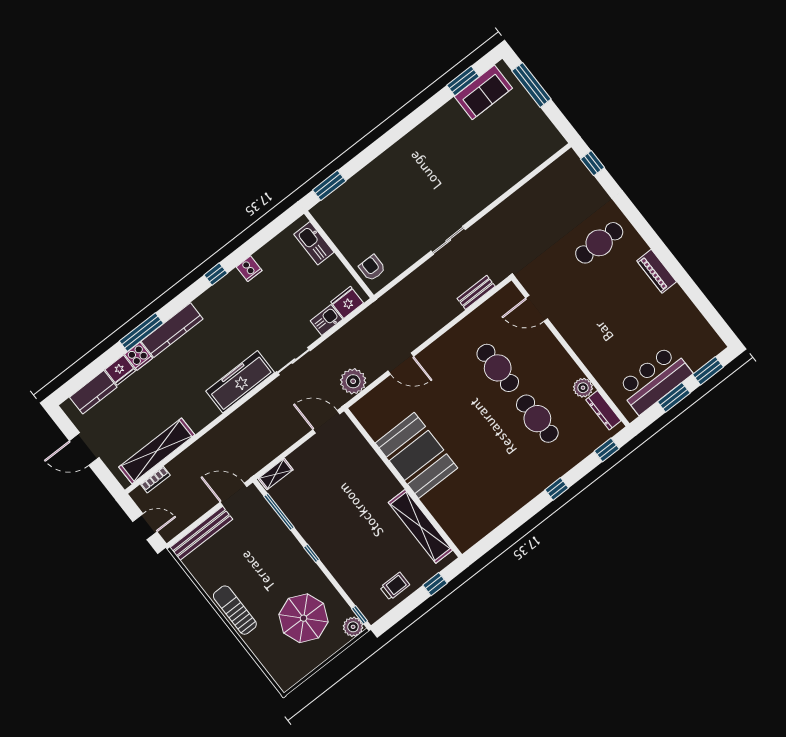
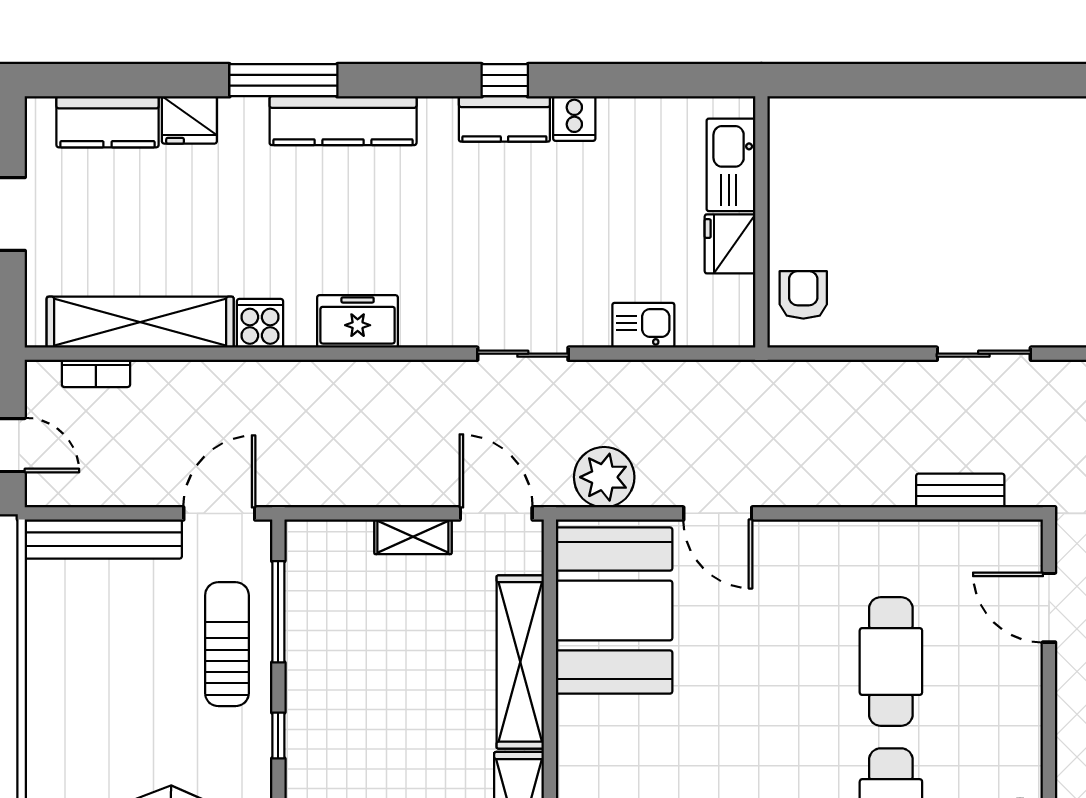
window: (329, 185) -> (843, 80), removed
kitchen counter: (226, 287) -> (504, 119), added
fridge: (347, 302) -> (730, 244), moved, turned -90
cooker: (139, 356) -> (260, 323), moved, turned 180
freezer: (240, 382) -> (358, 321), width x0.52, depth x0.79
booth: (416, 455) -> (614, 611), moved
shelving: (373, 465) -> (520, 662), added
shelving: (276, 474) -> (413, 537), moved
door: (233, 494) -> (219, 513), hinge flipped
sun lounger: (235, 610) -> (227, 644), moved

